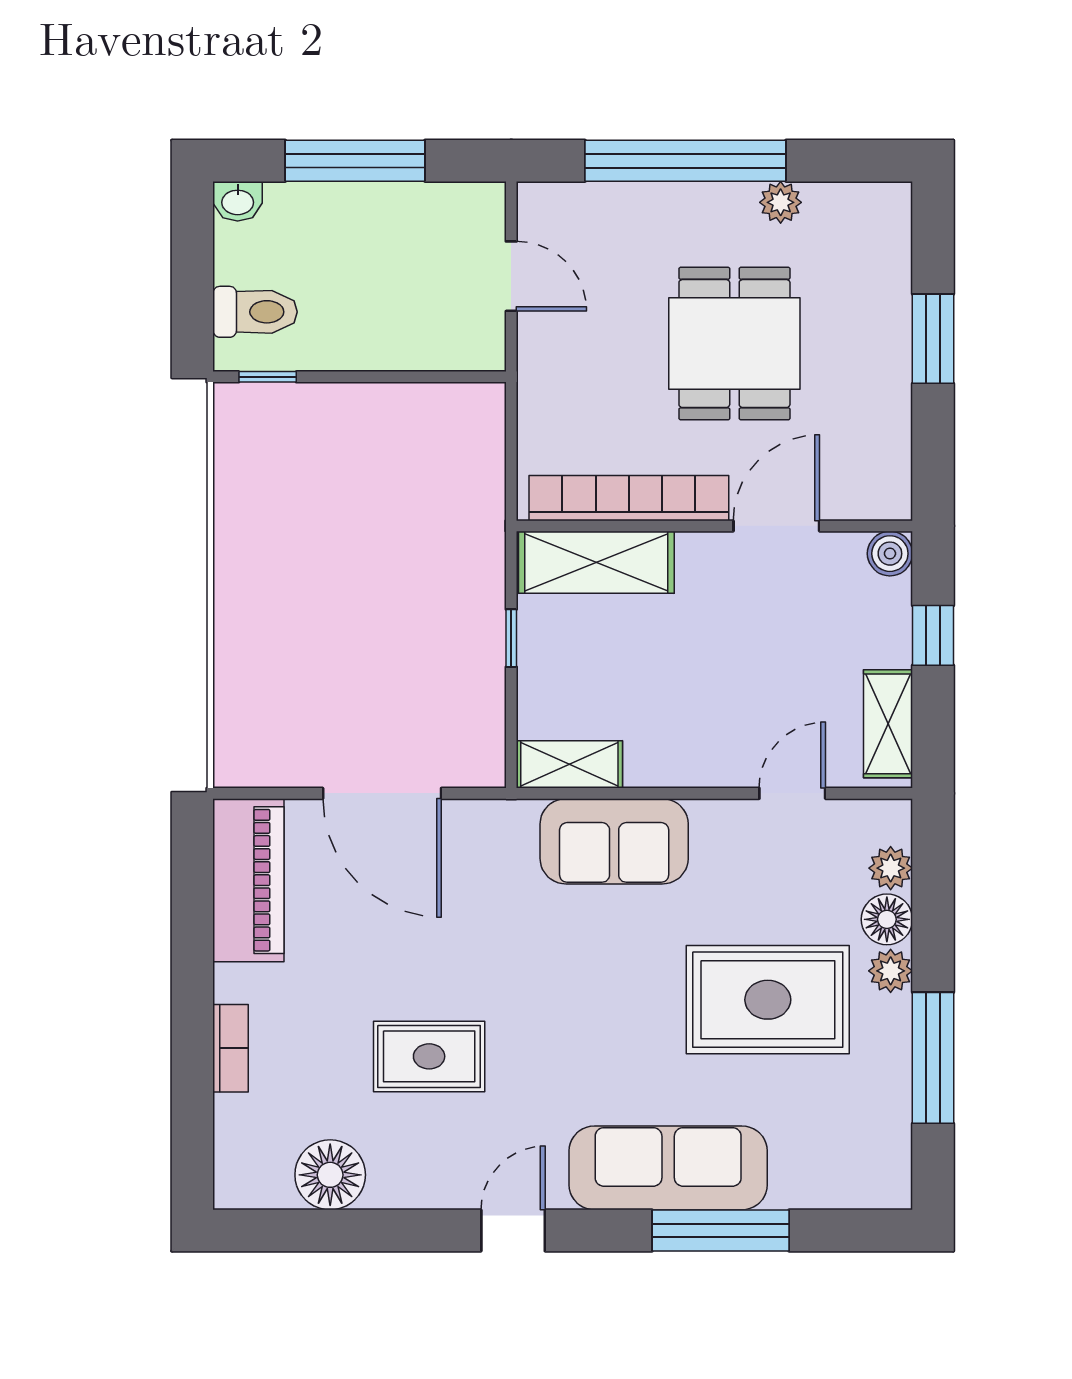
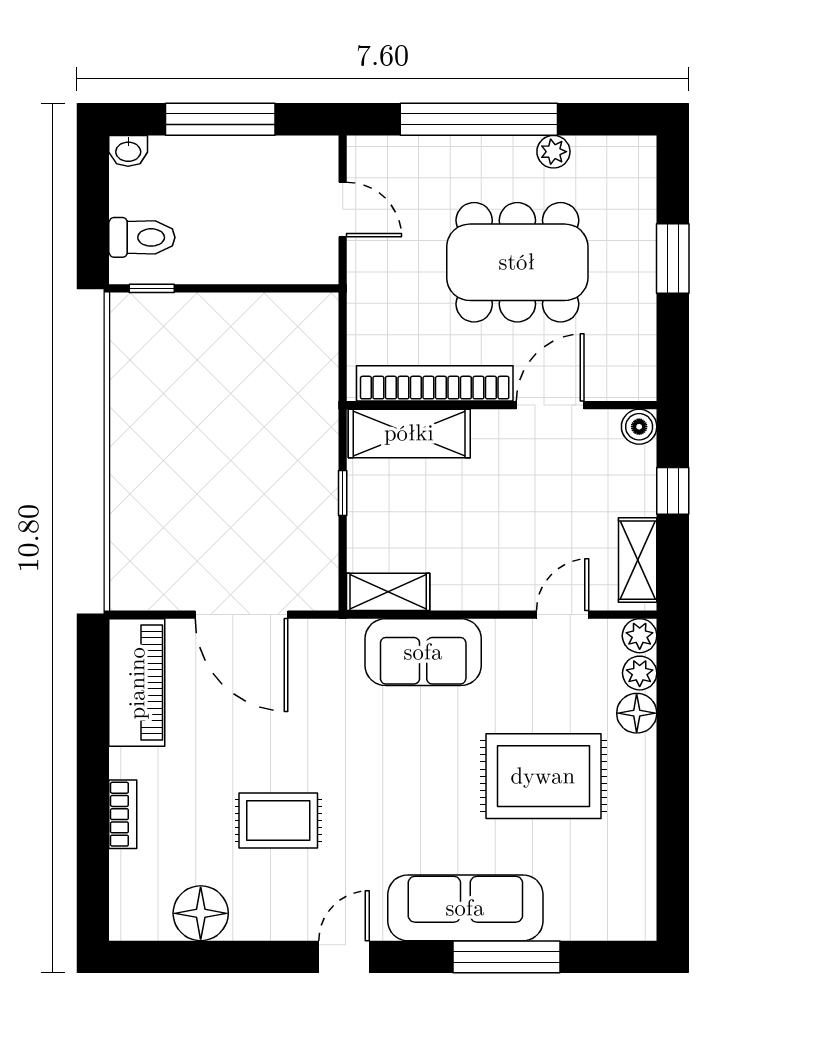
dining table: (734, 344) -> (517, 262), width x1.38
plant: (891, 971) -> (640, 636), moved
window: (933, 1058) -> (673, 822), removed

